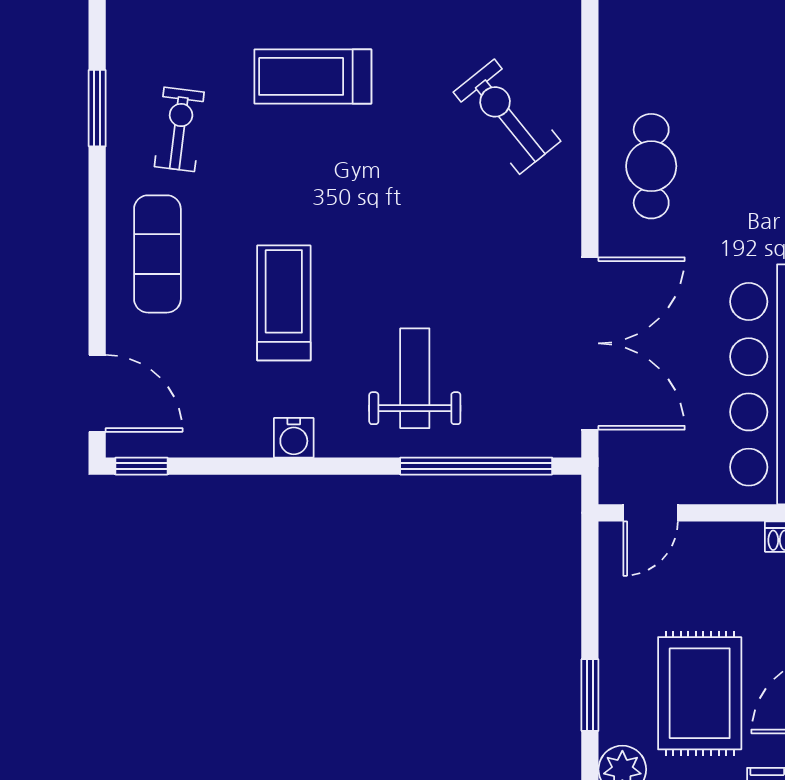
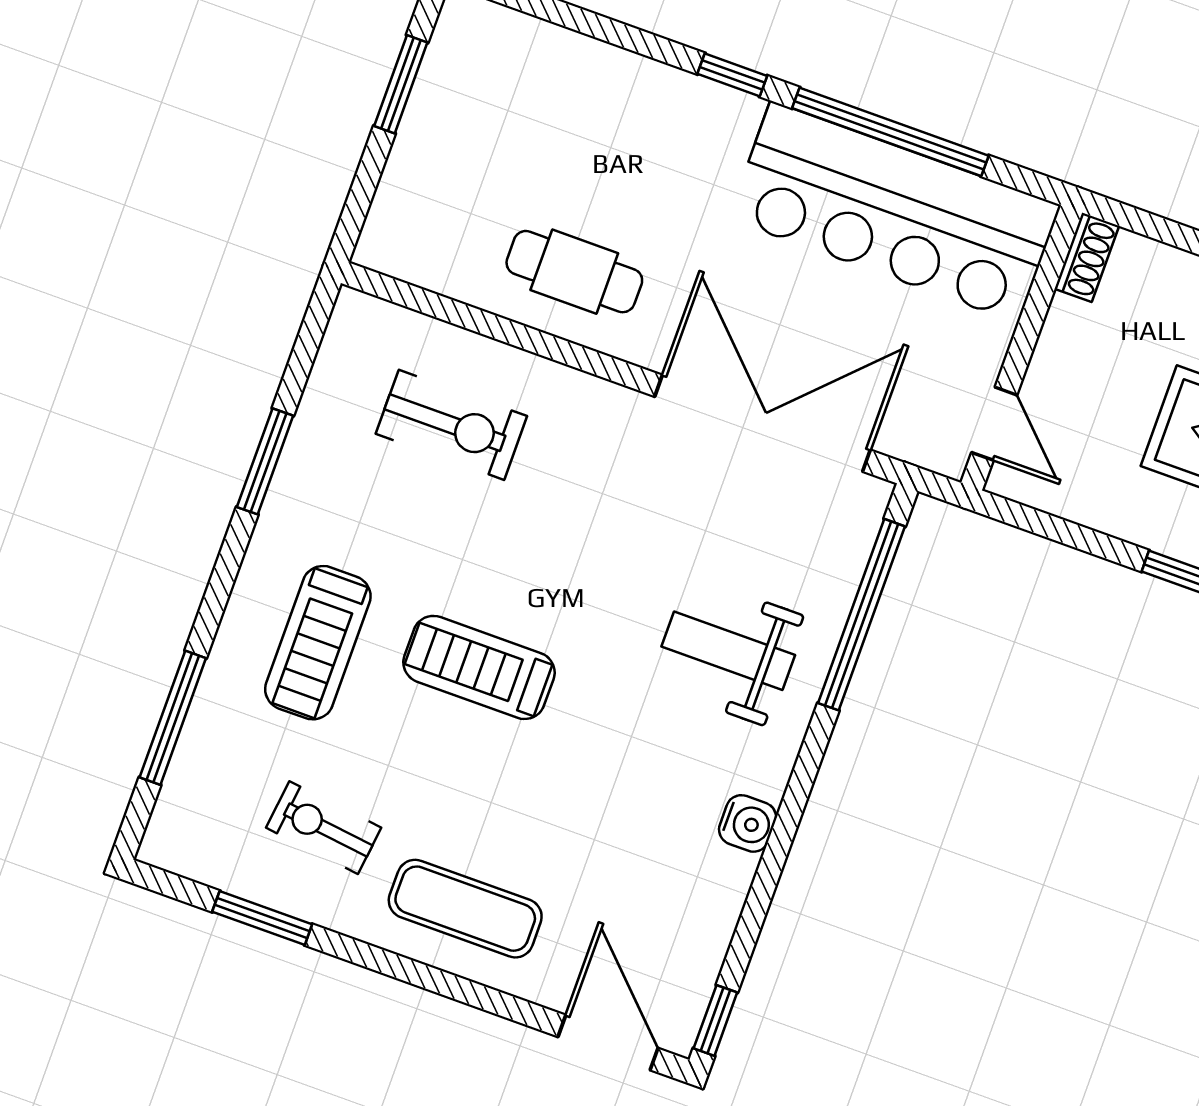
exercise bike: (507, 117) -> (451, 425), turned -141
treadmill: (284, 303) -> (479, 667), moved
door: (97, 393) -> (608, 1042), hinge flipped

